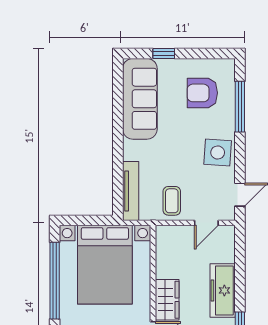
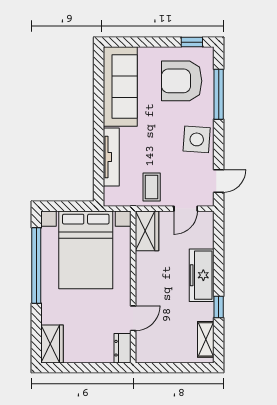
window: (164, 54) -> (192, 42), moved
armchair: (202, 93) -> (182, 81), width x1.36, depth x1.36
tv unit: (131, 191) -> (111, 157), moved
wardrobe: (167, 300) -> (147, 231), moved

